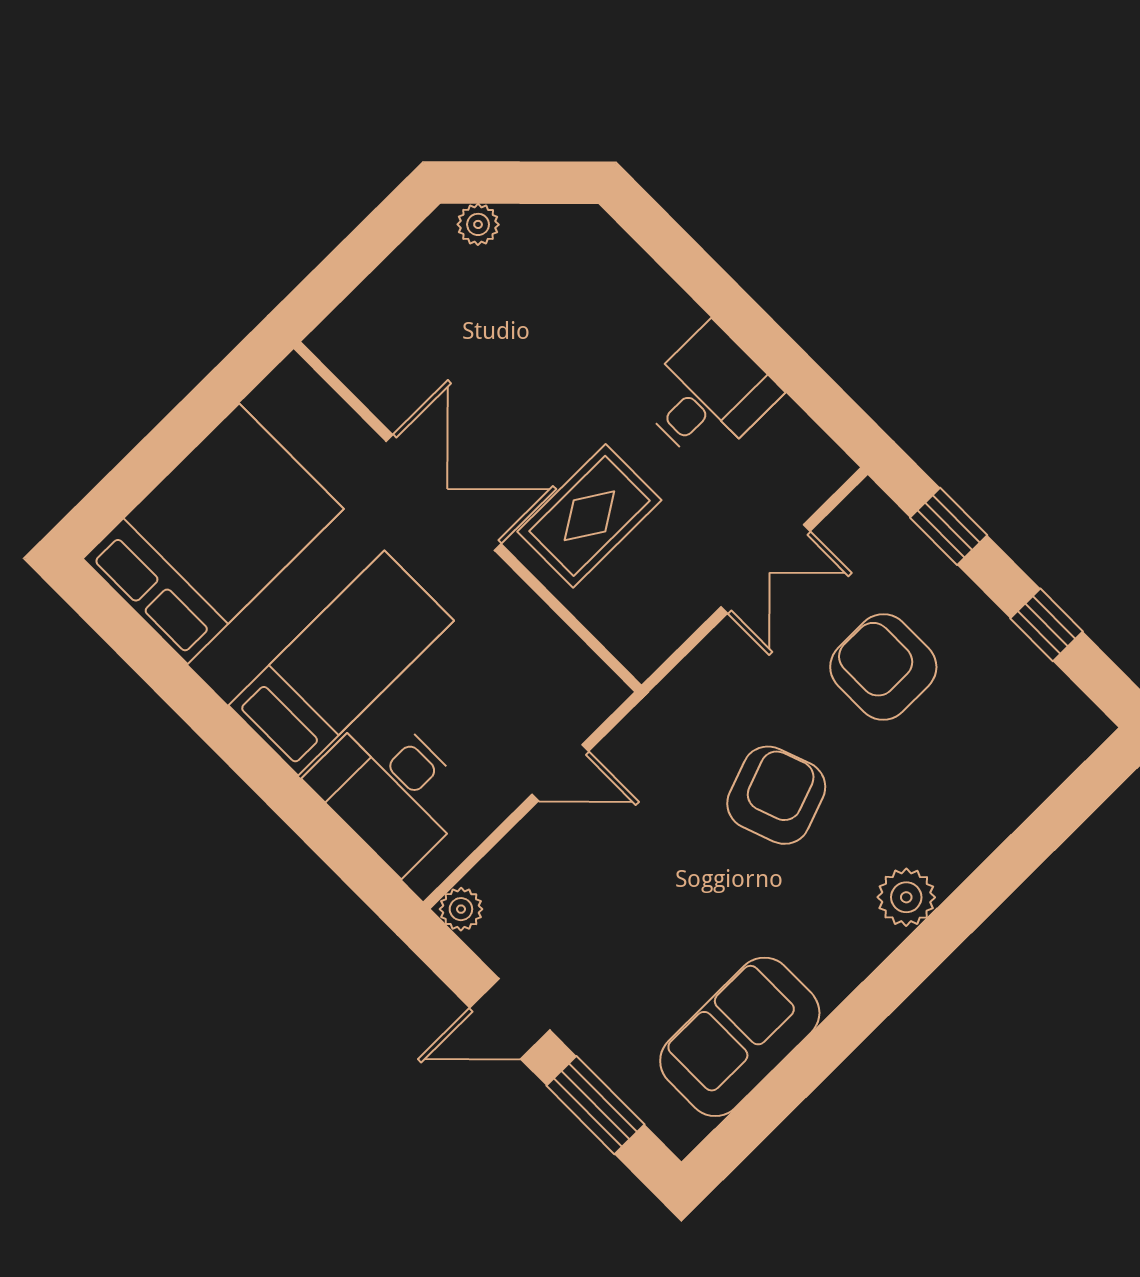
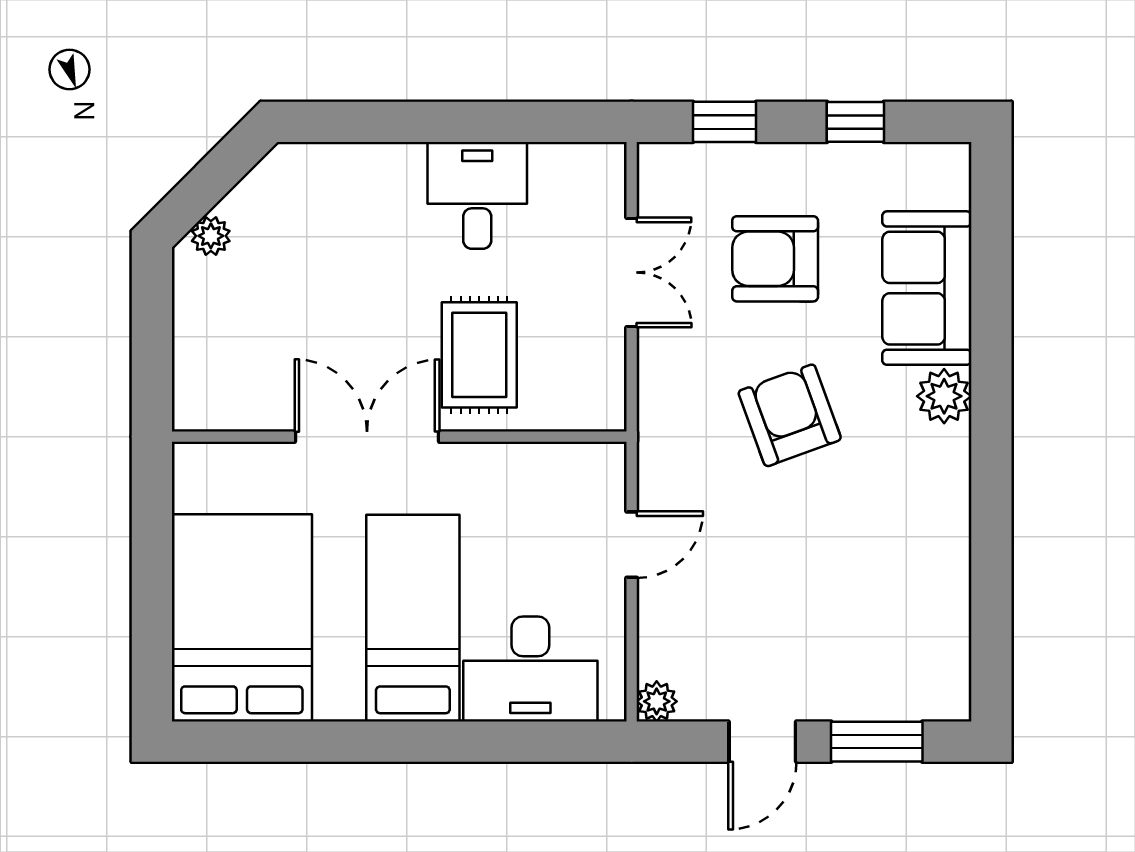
sofa: (740, 1037) -> (927, 288), moved

